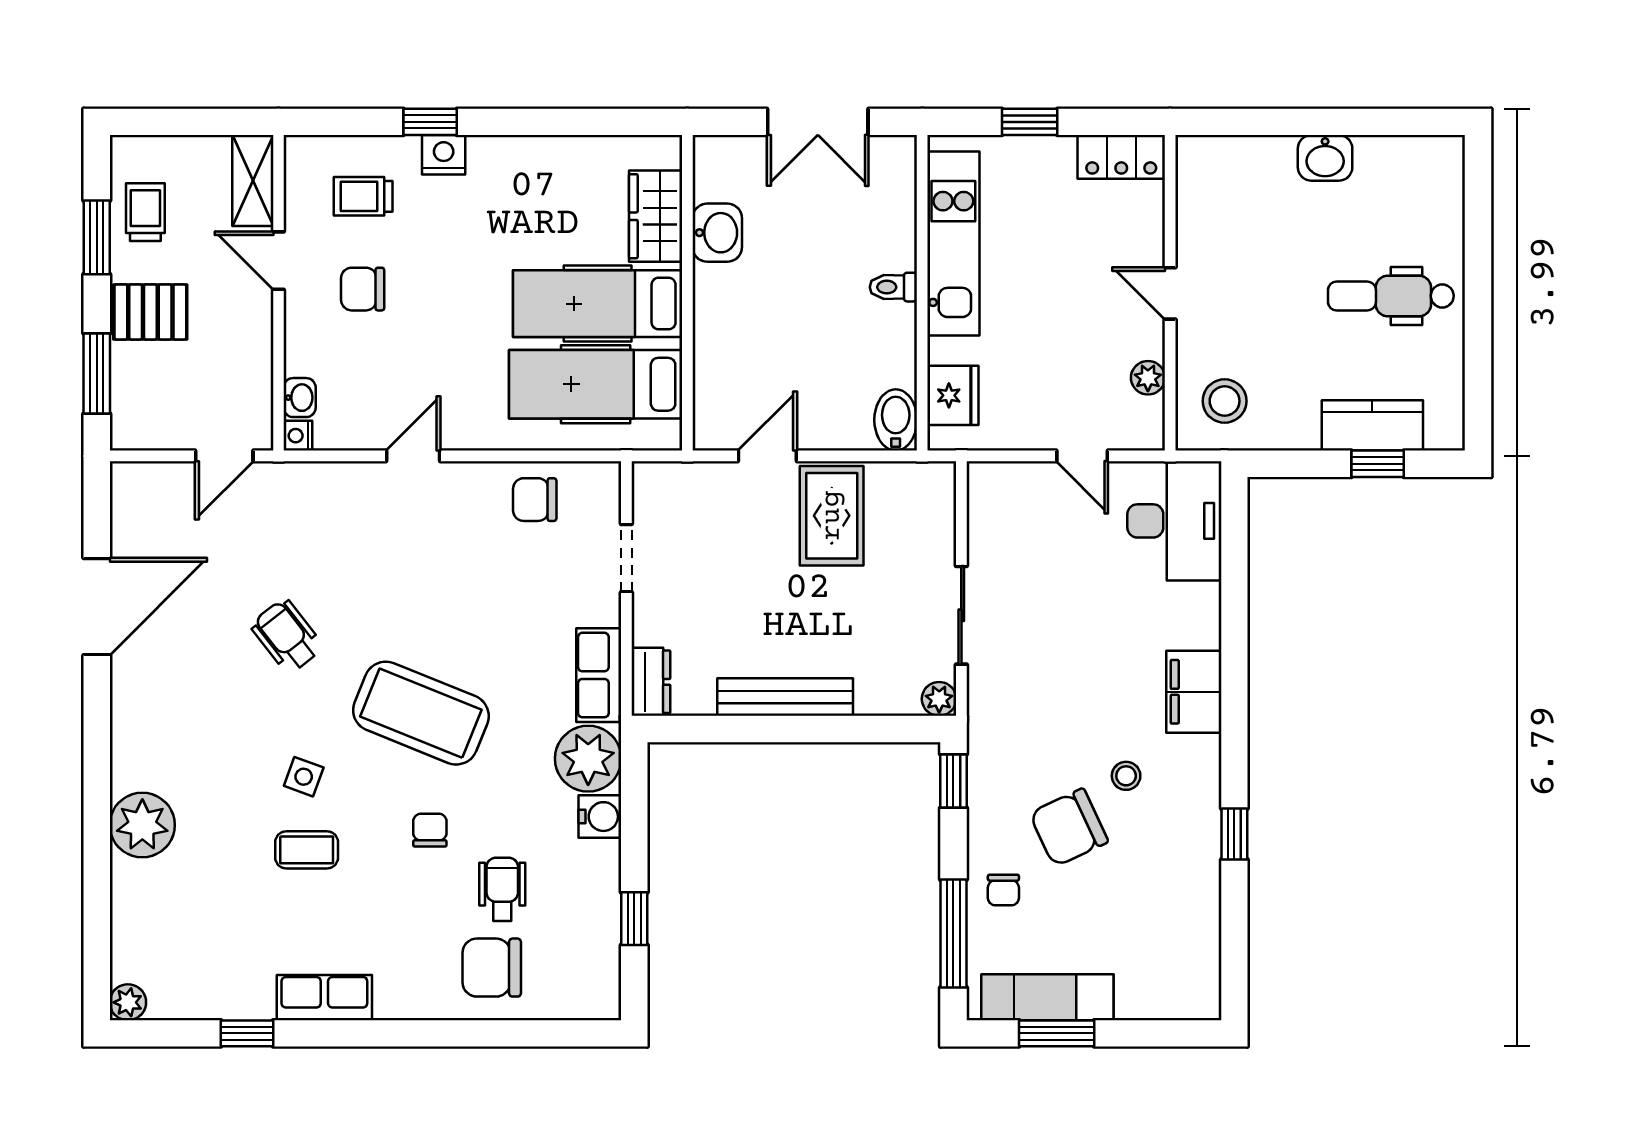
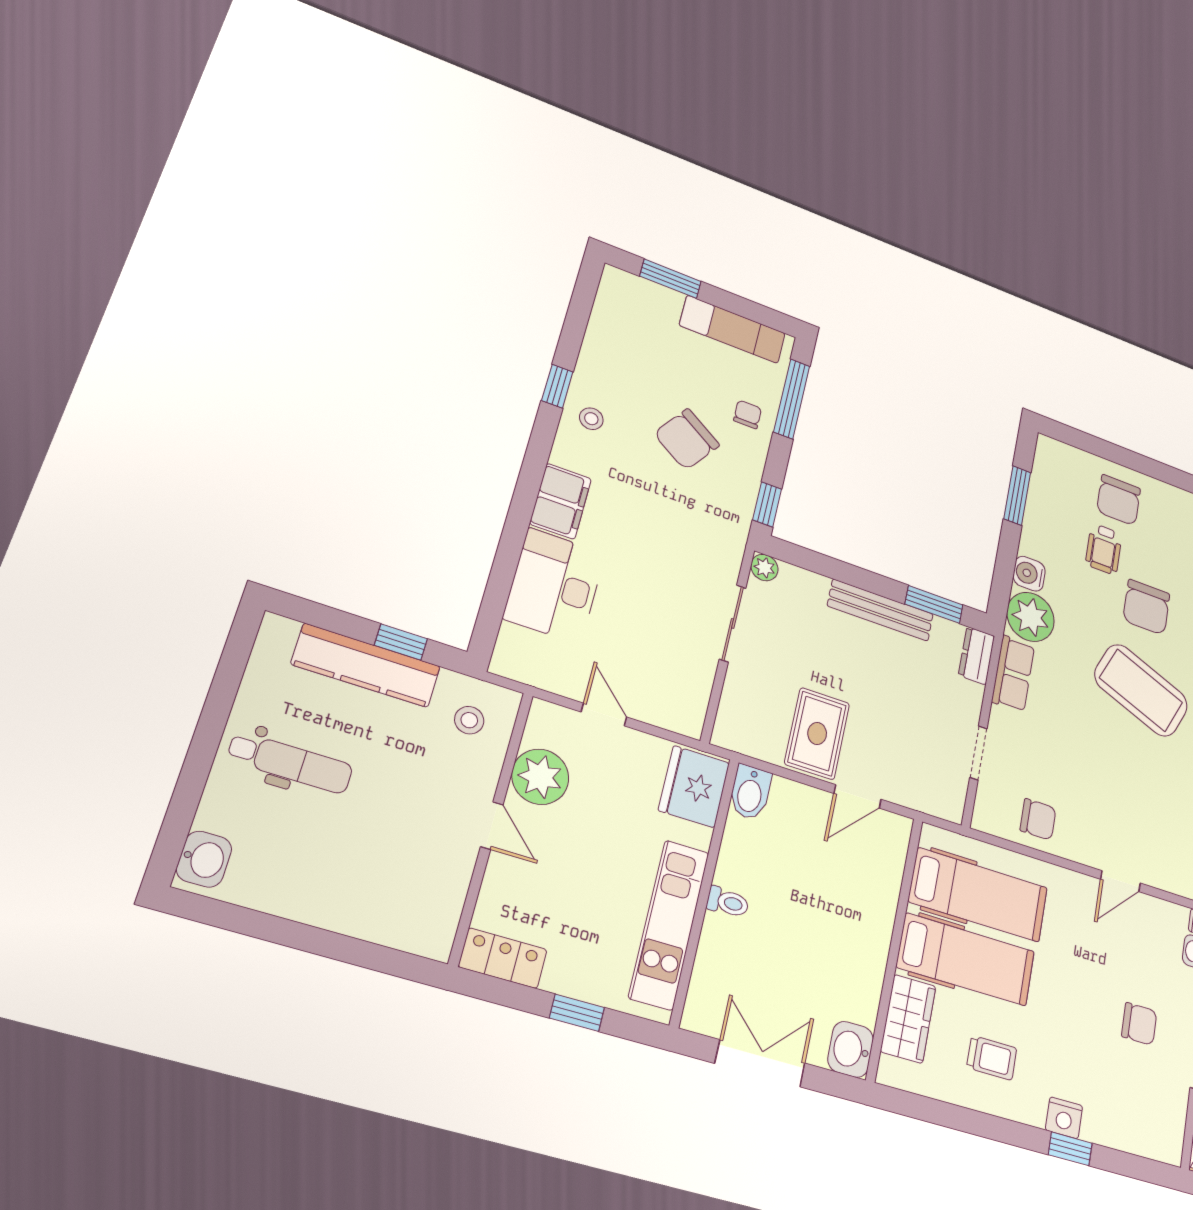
washbasin: (1325, 158) -> (204, 859), moved, turned 90
trolley: (363, 196) -> (992, 1058), moved
washbasin: (717, 233) -> (851, 1049), moved
plant: (1148, 378) -> (540, 777), width x1.88, depth x1.88
fridge: (953, 395) -> (694, 787), width x1.36, depth x1.34
stool: (1225, 401) -> (469, 720), width x0.73, depth x0.73
kitchen counter: (1372, 425) -> (366, 665), width x1.50
window: (1378, 464) -> (401, 642), moved
desk: (1174, 521) -> (554, 586), moved
window: (718, 729) -> (934, 604), added
stool: (1126, 776) -> (591, 419), moved
chair: (1069, 827) -> (687, 439), turned 149
chair: (430, 830) -> (1146, 607), width x1.87, depth x1.87
window: (634, 919) -> (1017, 496), width x1.50
chair: (492, 968) -> (1119, 500), turned 90
window: (1057, 1033) -> (670, 279), moved

